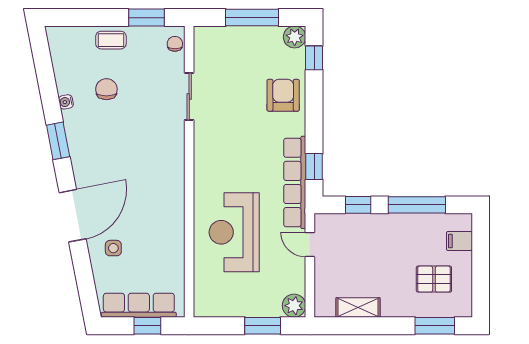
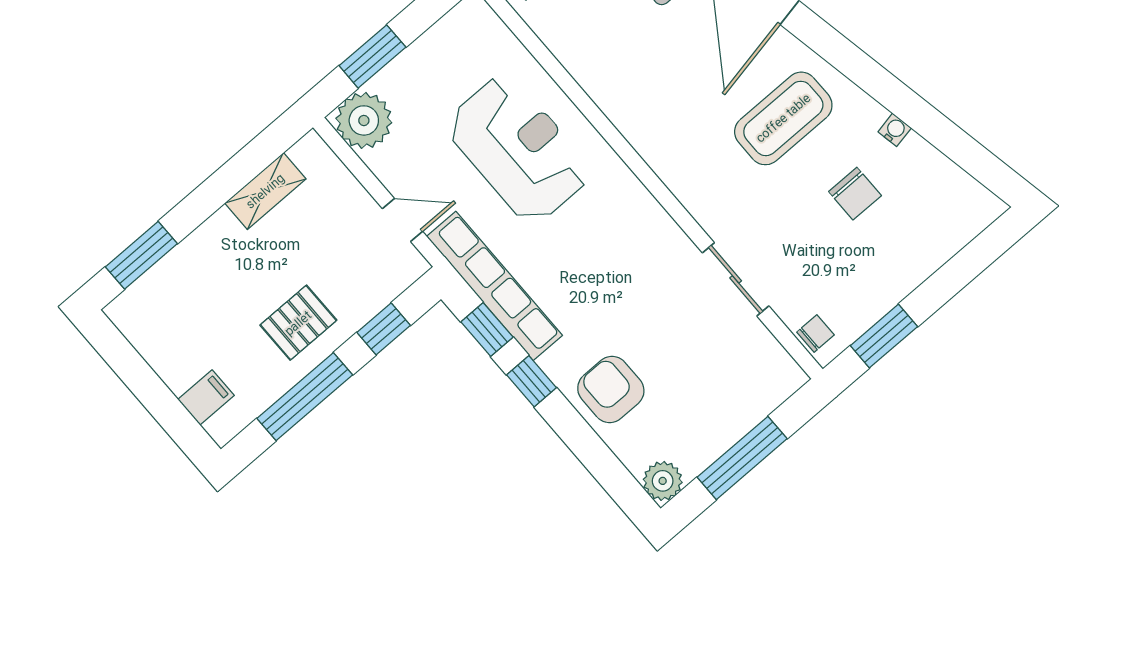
coffee table: (111, 40) -> (783, 118), moved, width x1.86, depth x1.72
chair: (175, 44) -> (816, 333), turned -90
window: (314, 58) -> (532, 381), moved
armchair: (283, 95) -> (611, 389), turned 180
window: (58, 141) -> (860, 69), removed
pallet: (434, 279) -> (298, 323), moved
plant: (294, 306) -> (364, 120), width x1.36, depth x1.36

